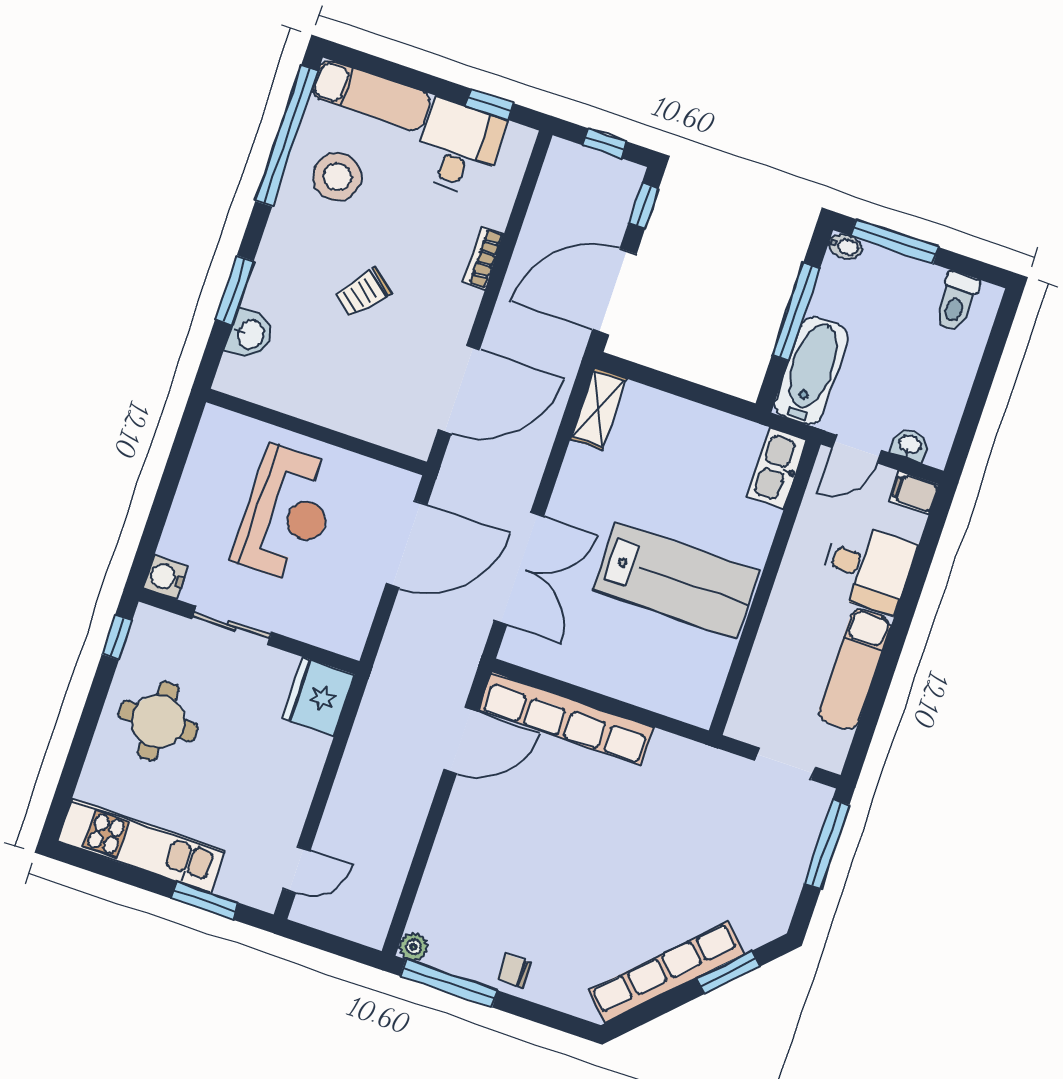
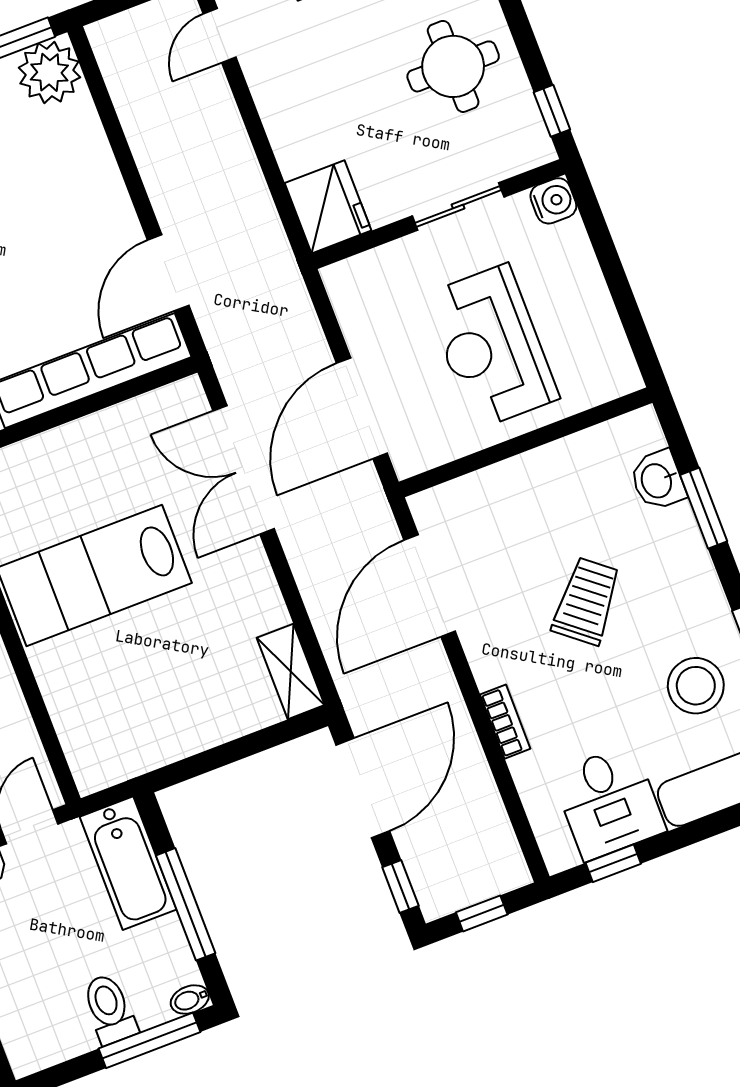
trolley: (363, 293) -> (587, 601), width x1.36, depth x1.39
toilet: (956, 302) -> (109, 1009), moved
kitchen sink: (777, 468) -> (87, 751), removed
plant: (413, 947) -> (49, 72), width x1.87, depth x1.87

